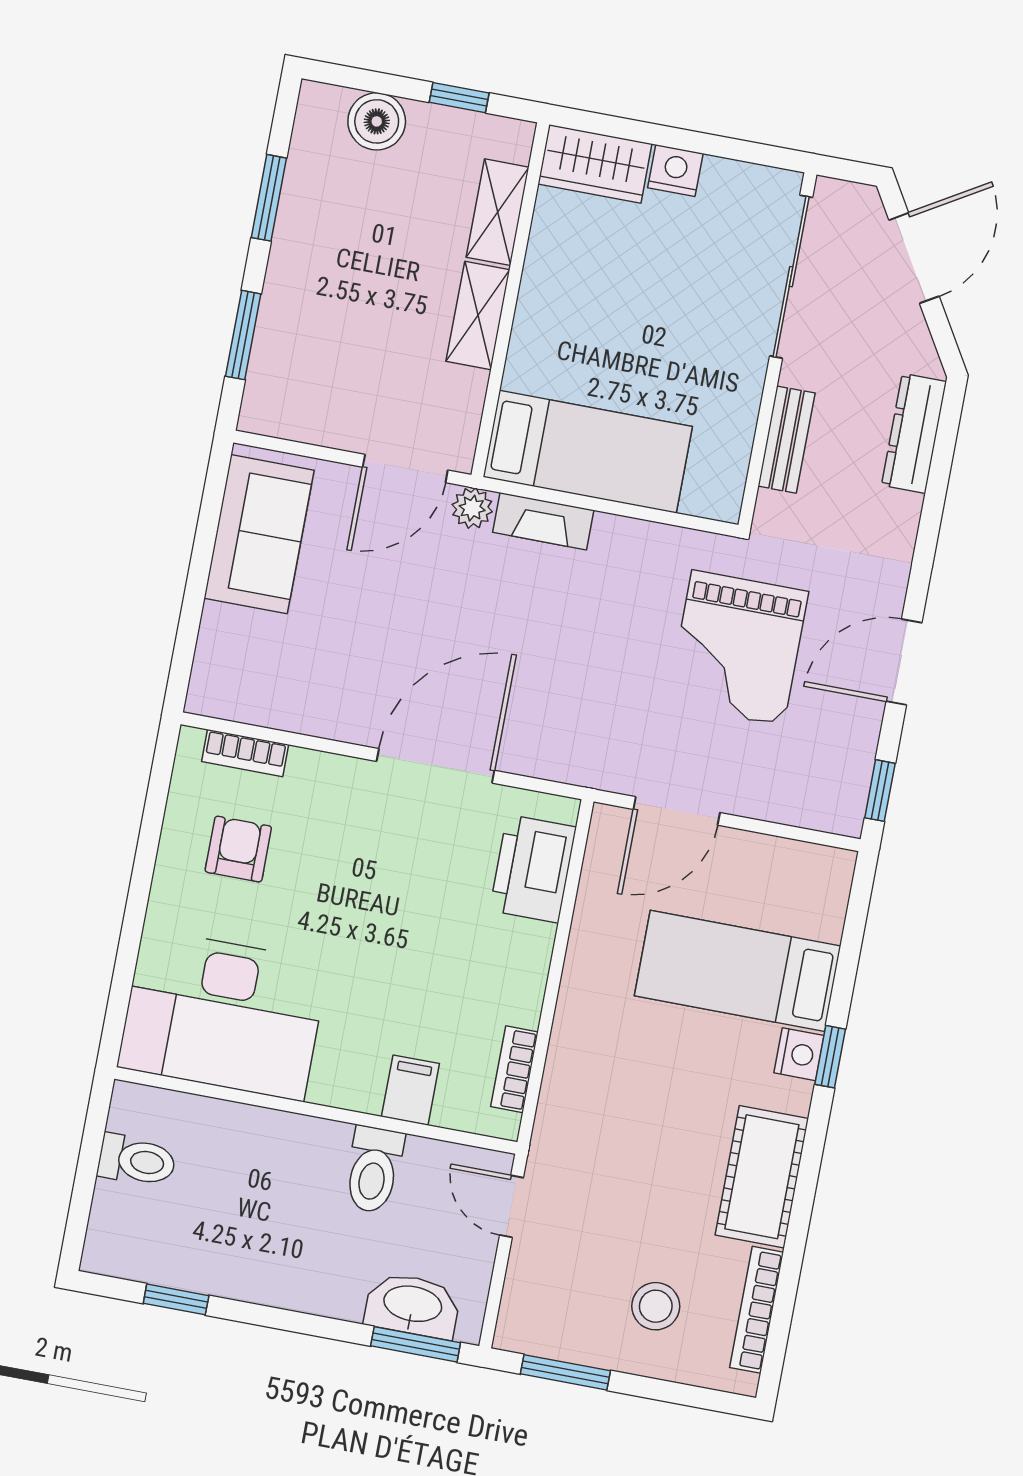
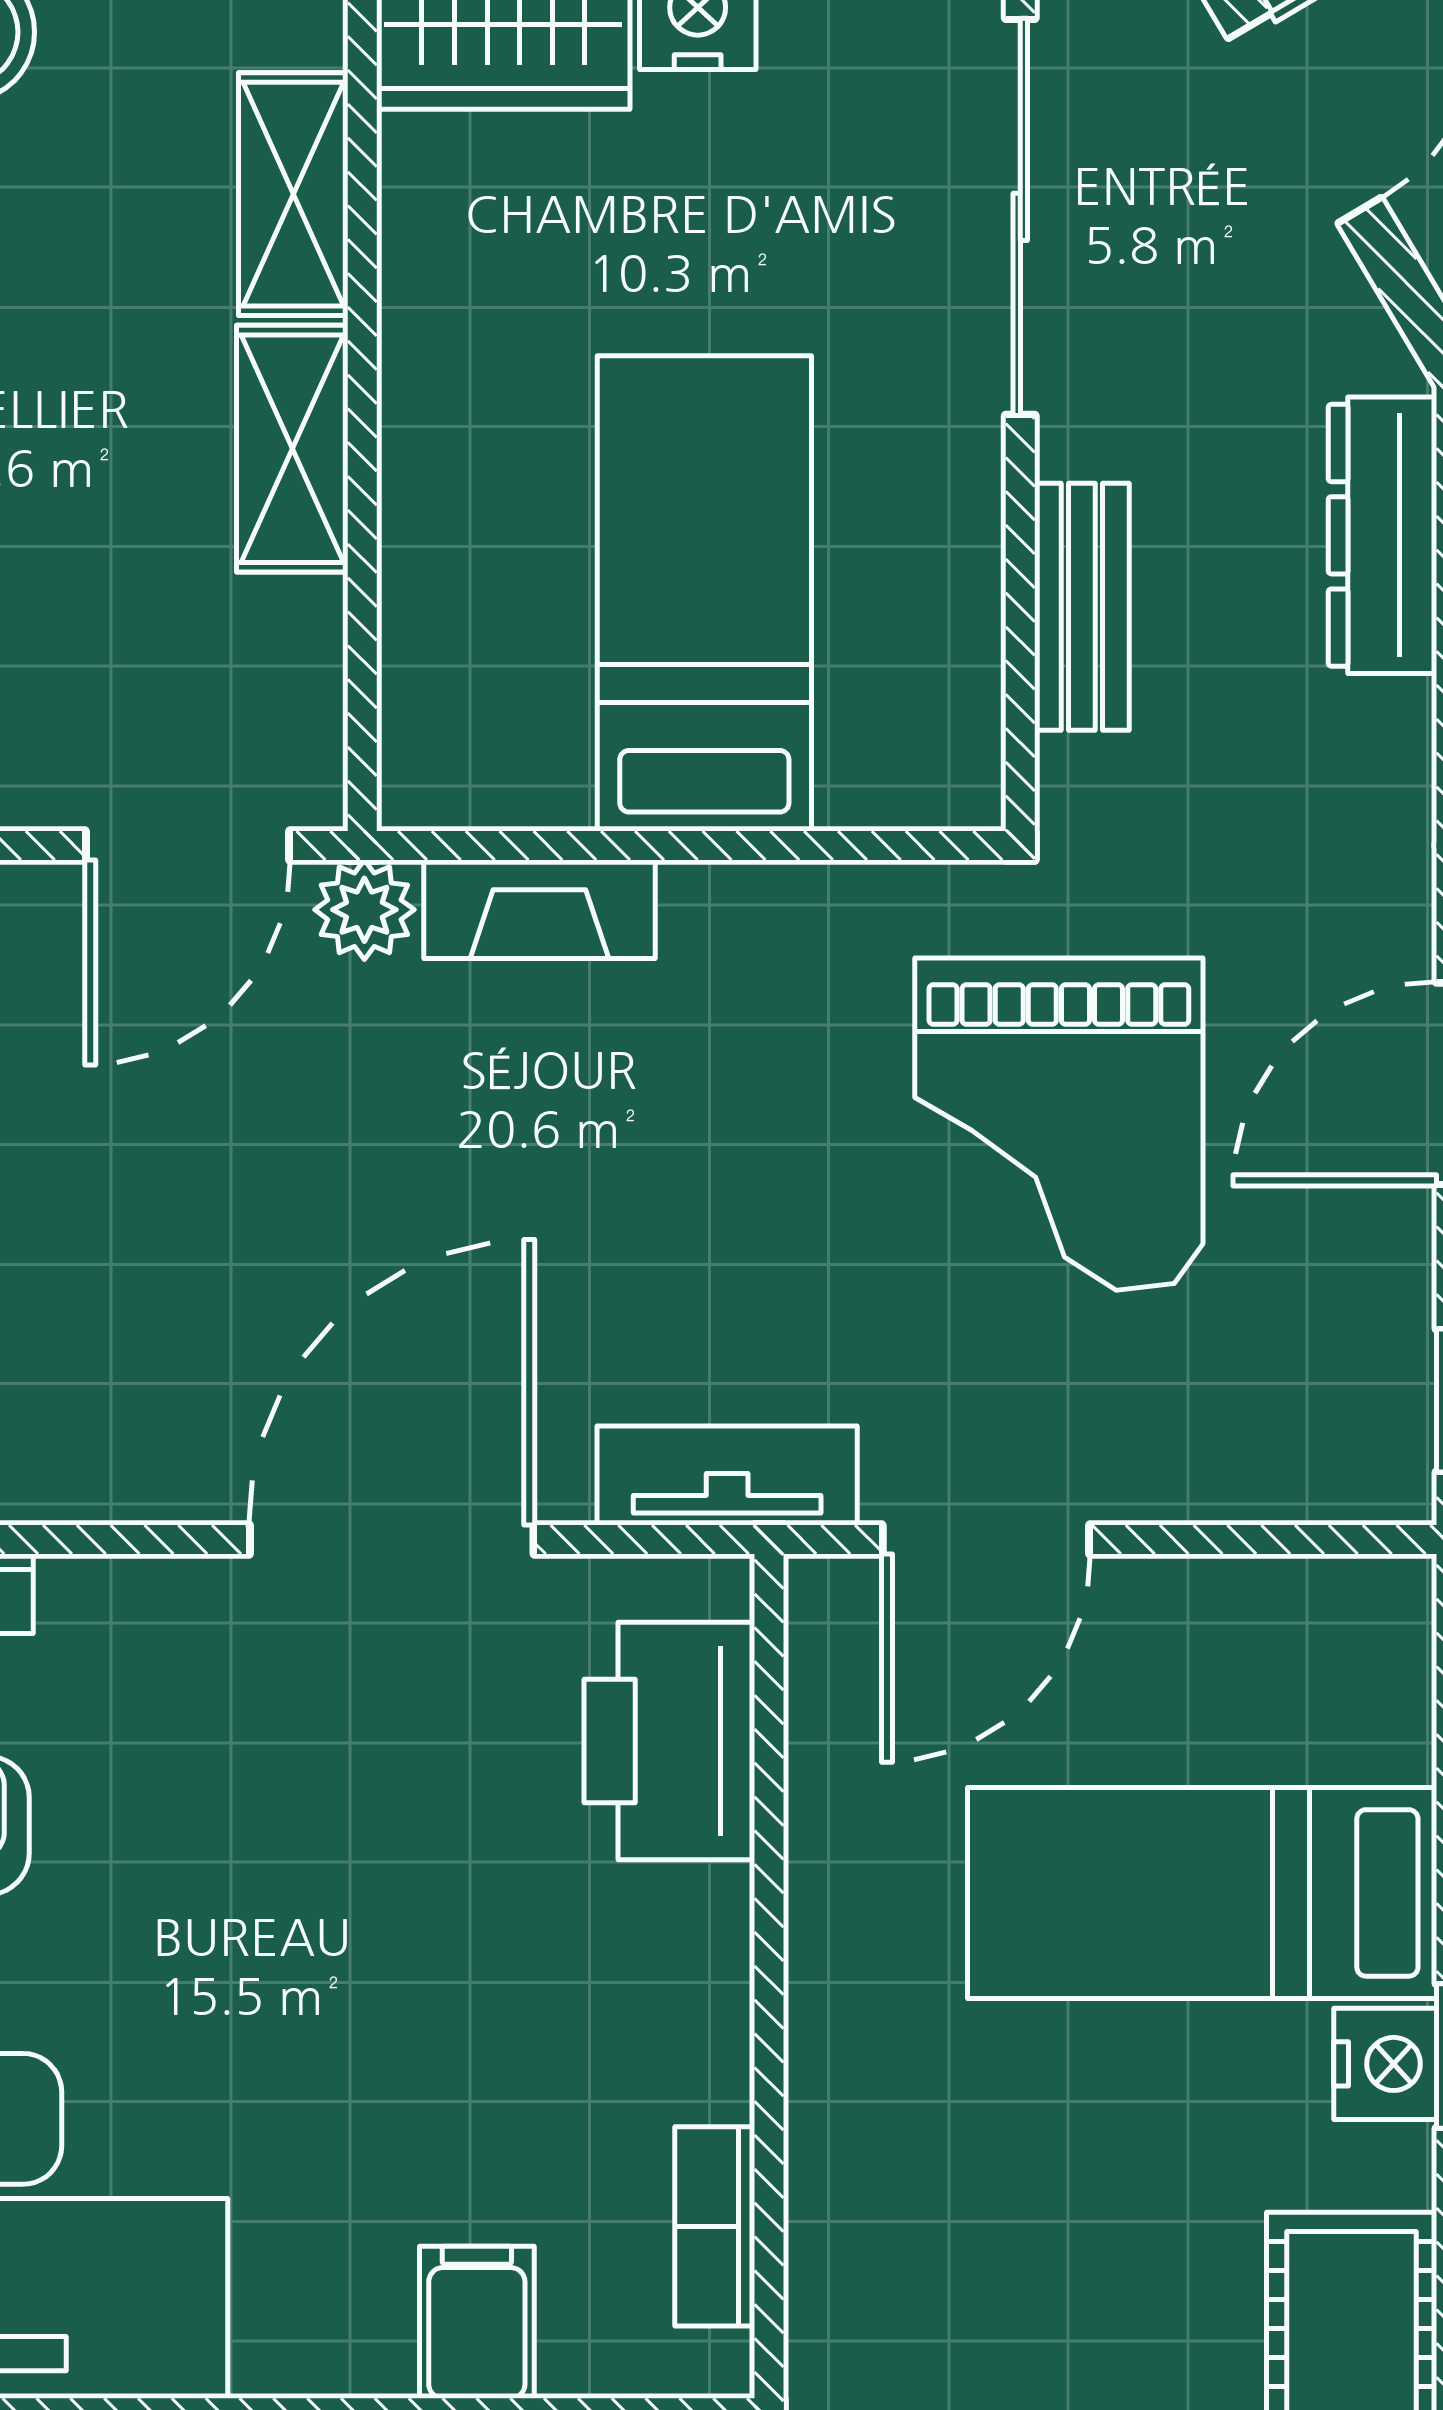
bed: (588, 452) -> (704, 593), moved, turned -90
tv unit: (576, 765) -> (727, 1475), added

